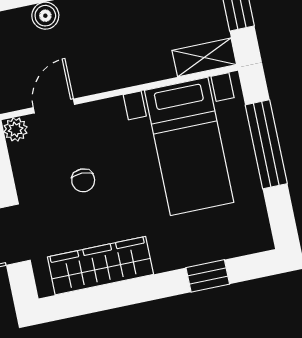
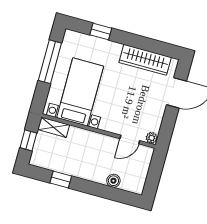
window: (266, 144) -> (50, 62), moved
chair: (83, 180) -> (134, 101), removed

